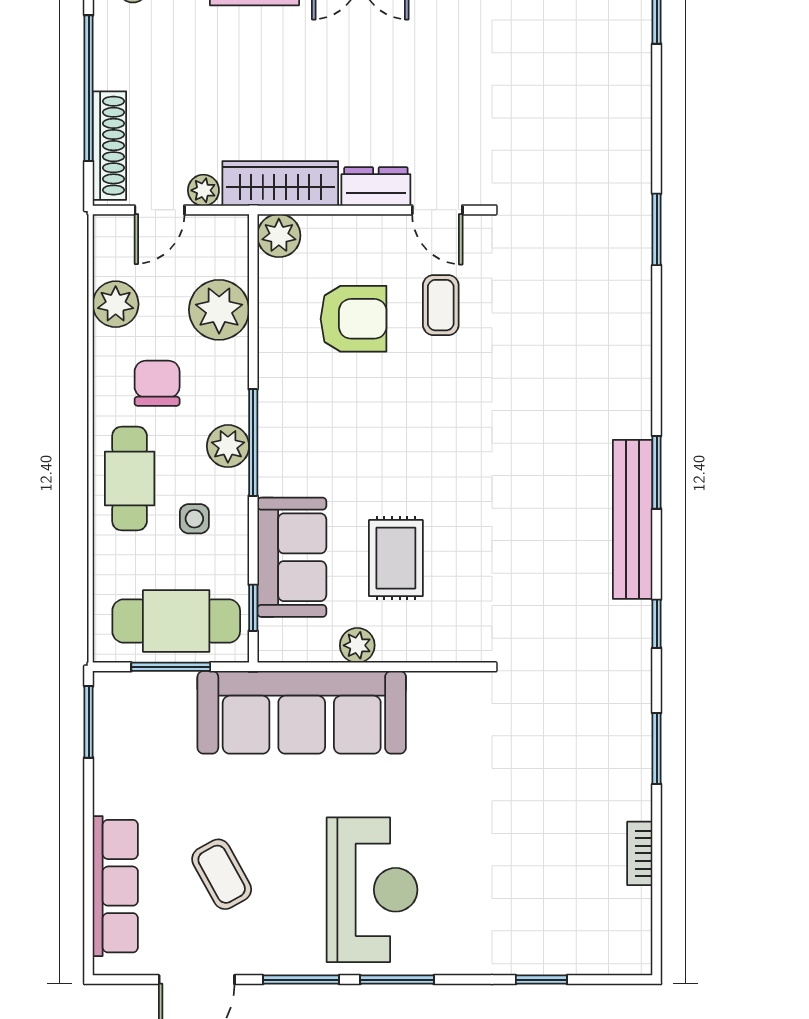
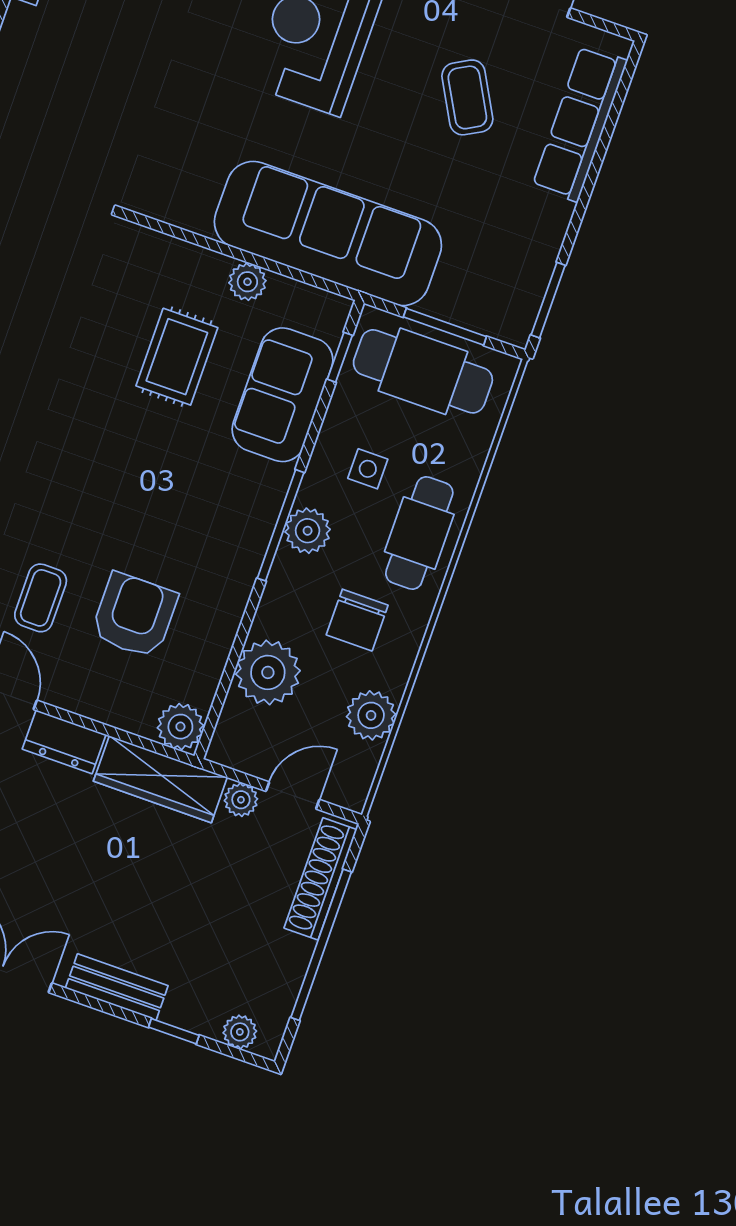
armchair: (353, 319) -> (134, 615), turned 90

